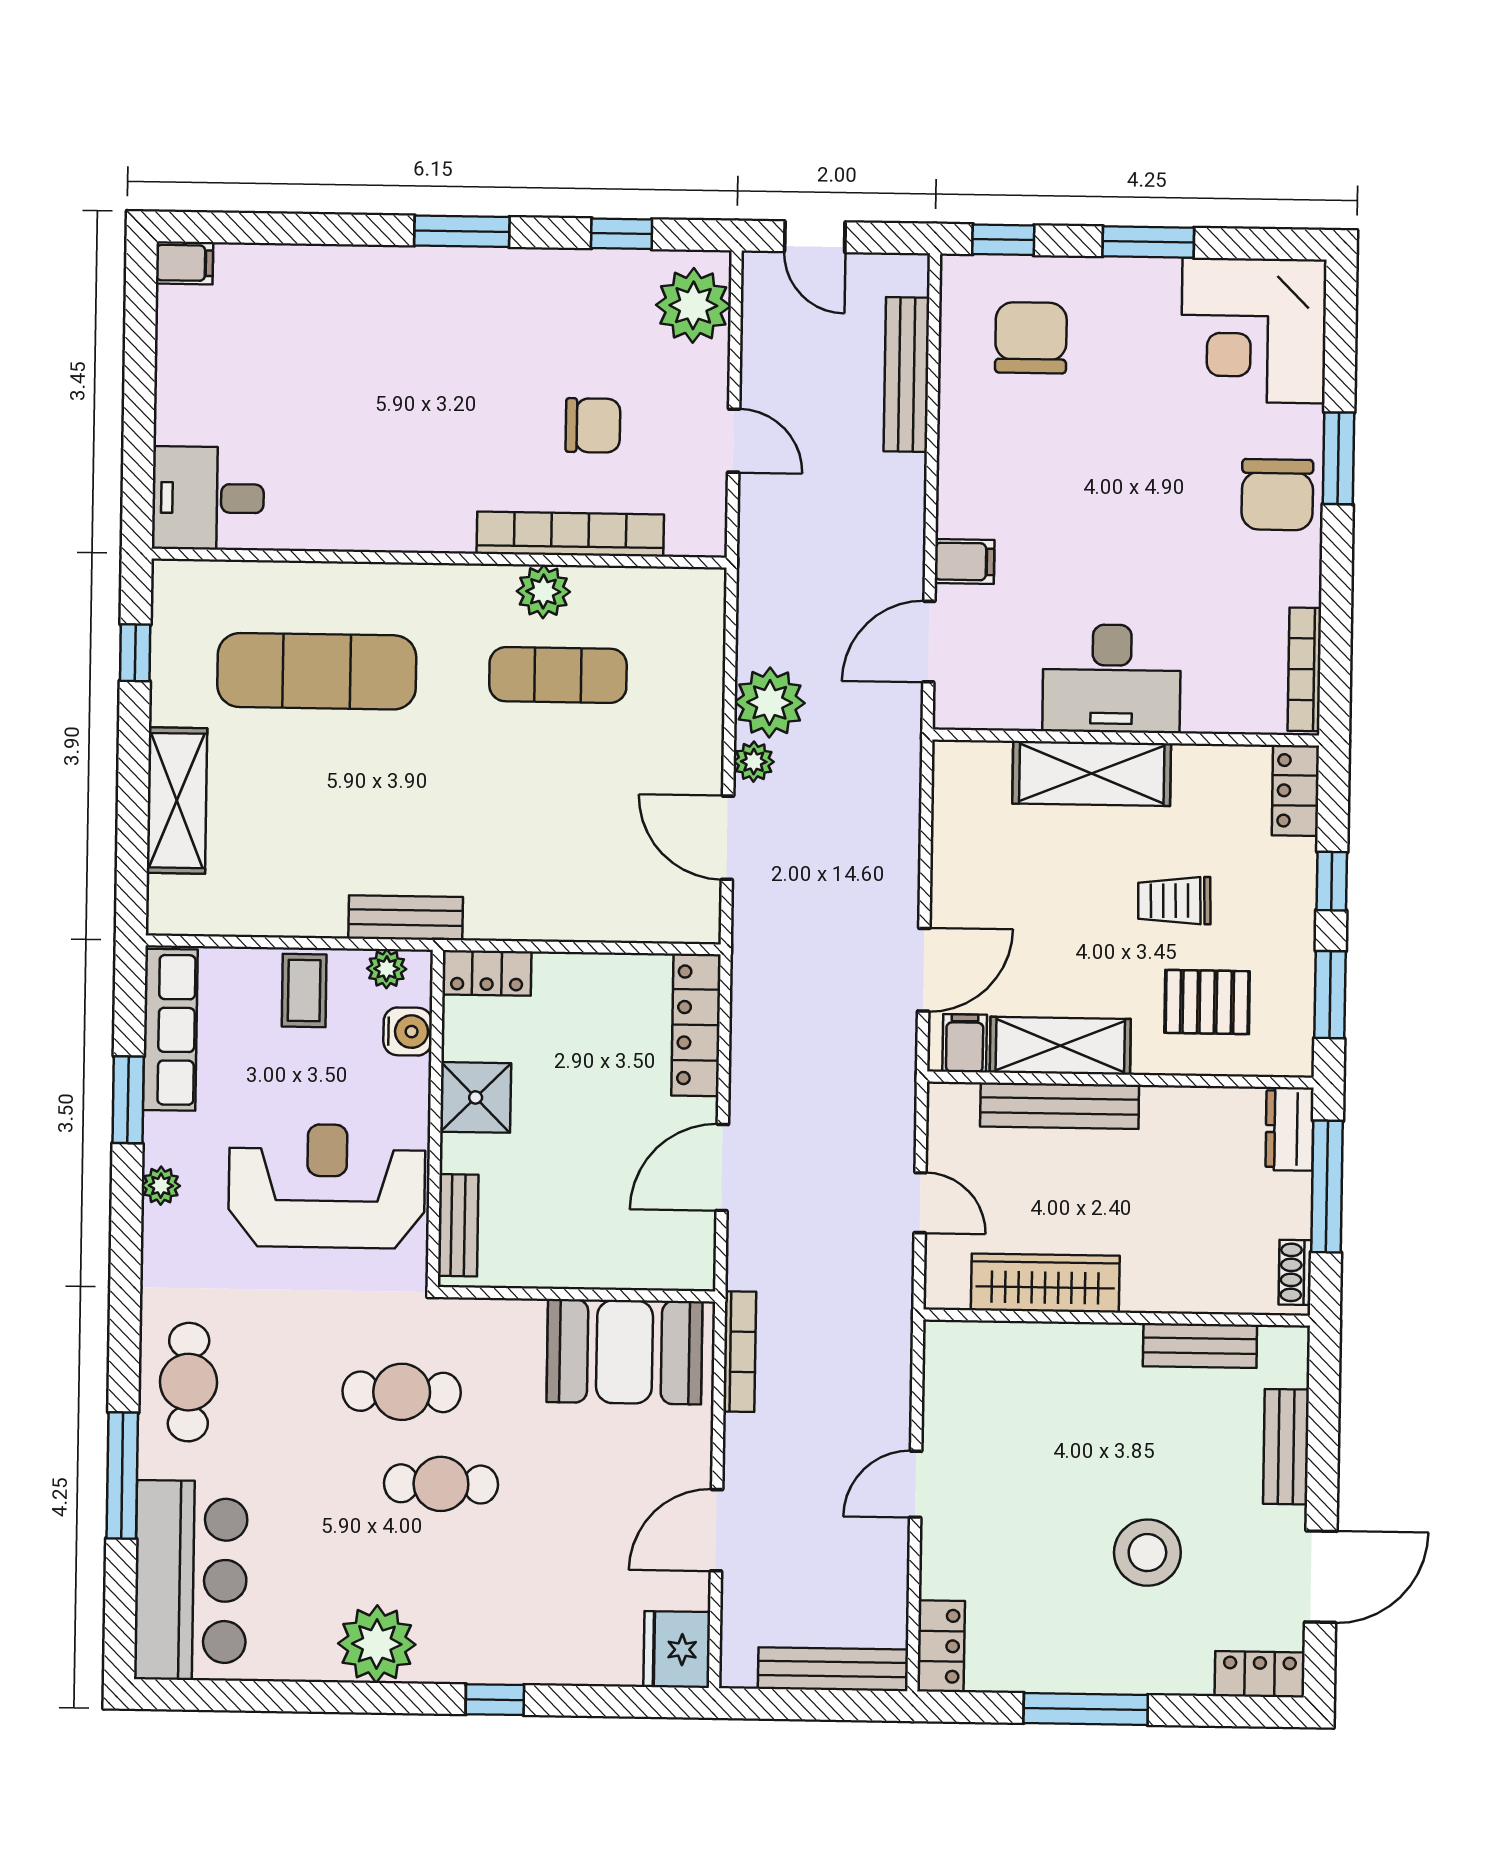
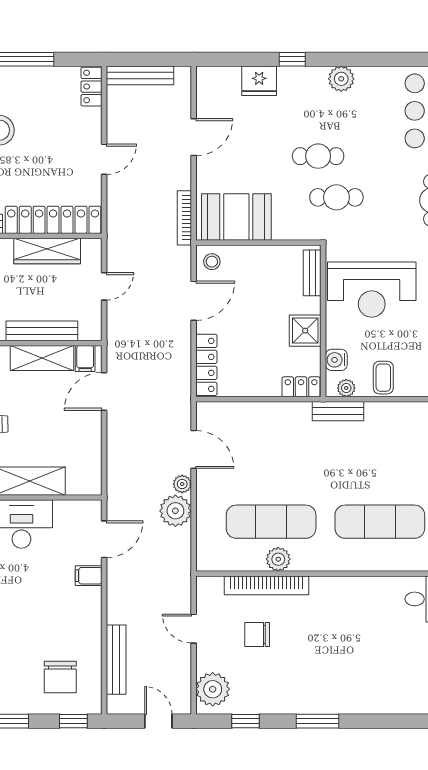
exercise mat: (558, 675) -> (271, 522), width x1.36, depth x1.45
door: (920, 1203) -> (104, 286), swing flipped
stool: (680, 1254) -> (212, 262), added
locker: (1031, 1352) -> (53, 220), added
plant: (377, 1644) -> (341, 79), width x0.73, depth x0.73
fridge: (677, 1650) -> (259, 81), moved, turned 90

